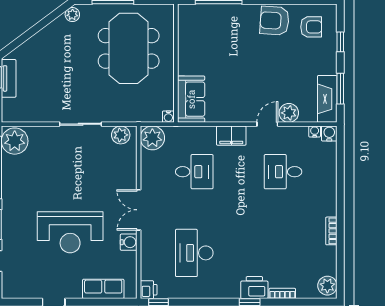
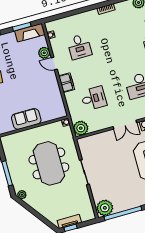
meeting table: (129, 48) -> (49, 163), moved, turned 90
sofa: (191, 99) -> (26, 119), moved
water cooler: (329, 134) -> (50, 26), removed
plant: (121, 135) -> (84, 147), removed
desk: (194, 172) -> (94, 98), turned 90

